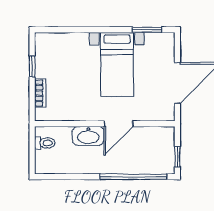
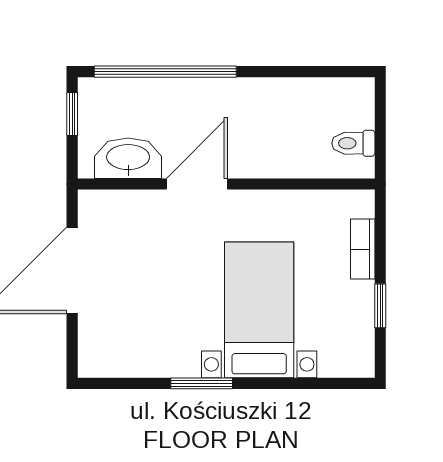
window: (147, 30) -> (202, 383), moved
bed with nightstands: (117, 64) -> (259, 310), moved
washbasin: (88, 136) -> (128, 158), moved

